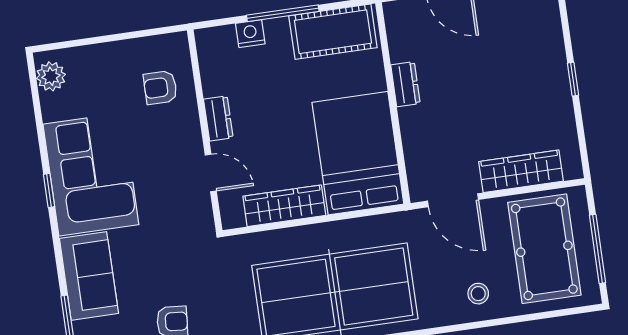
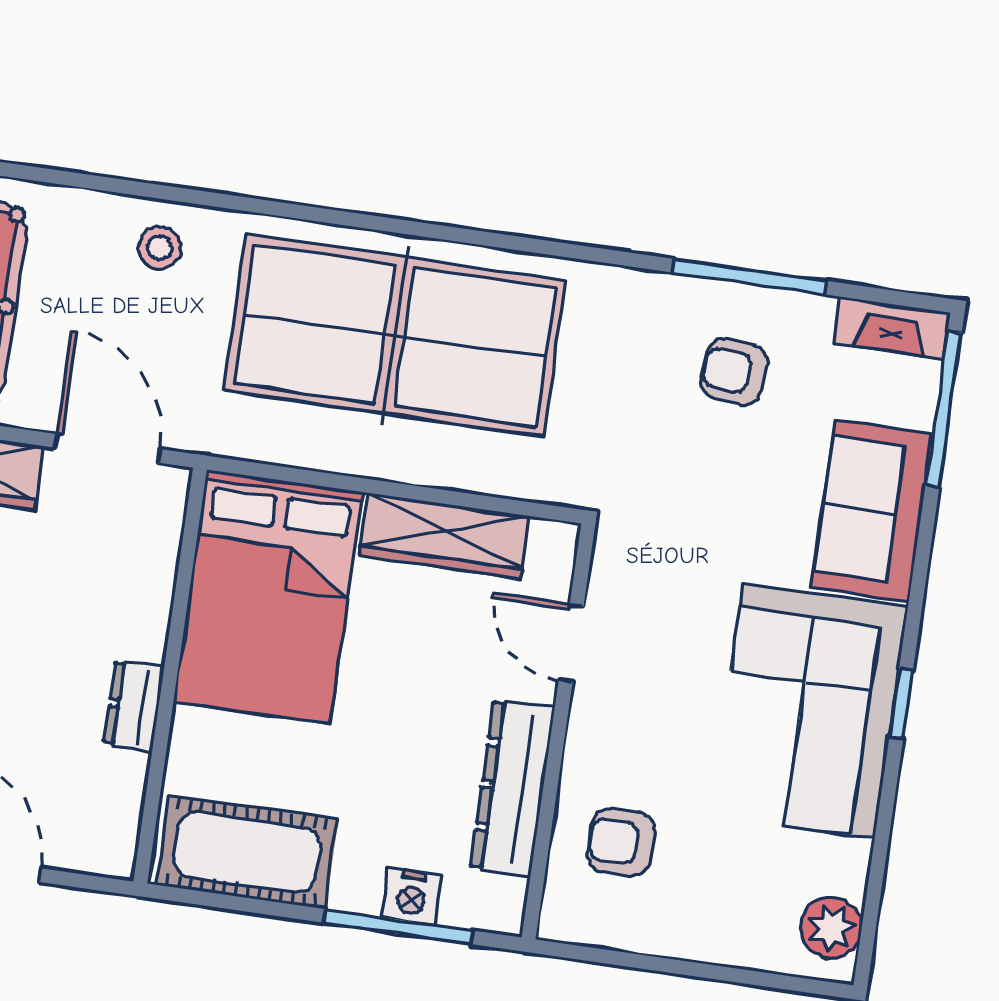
window: (283, 13) -> (398, 927), moved
armchair: (160, 87) -> (621, 842), turned 180
dresser: (218, 118) -> (512, 788), width x1.96, depth x1.24
stool: (478, 294) -> (160, 248), moved

